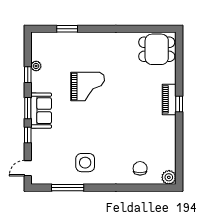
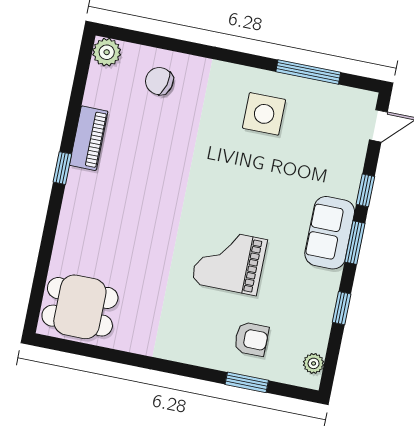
armchair: (69, 50) -> (251, 339), added
plant: (36, 66) -> (314, 363), moved
piano: (169, 99) -> (89, 138), moved
window: (179, 104) -> (62, 168), moved
chair: (140, 168) -> (159, 81), turned 105

